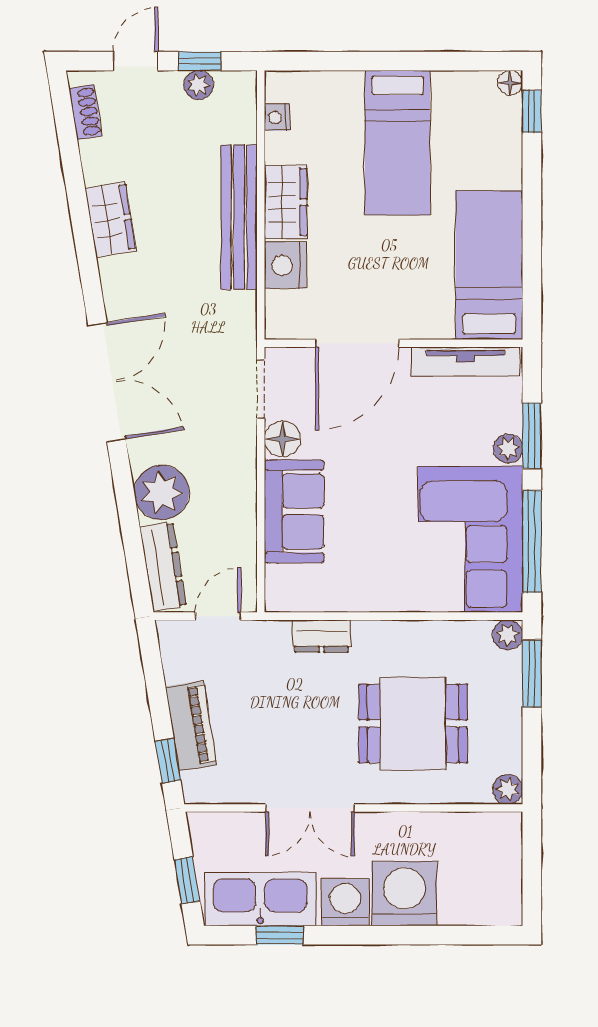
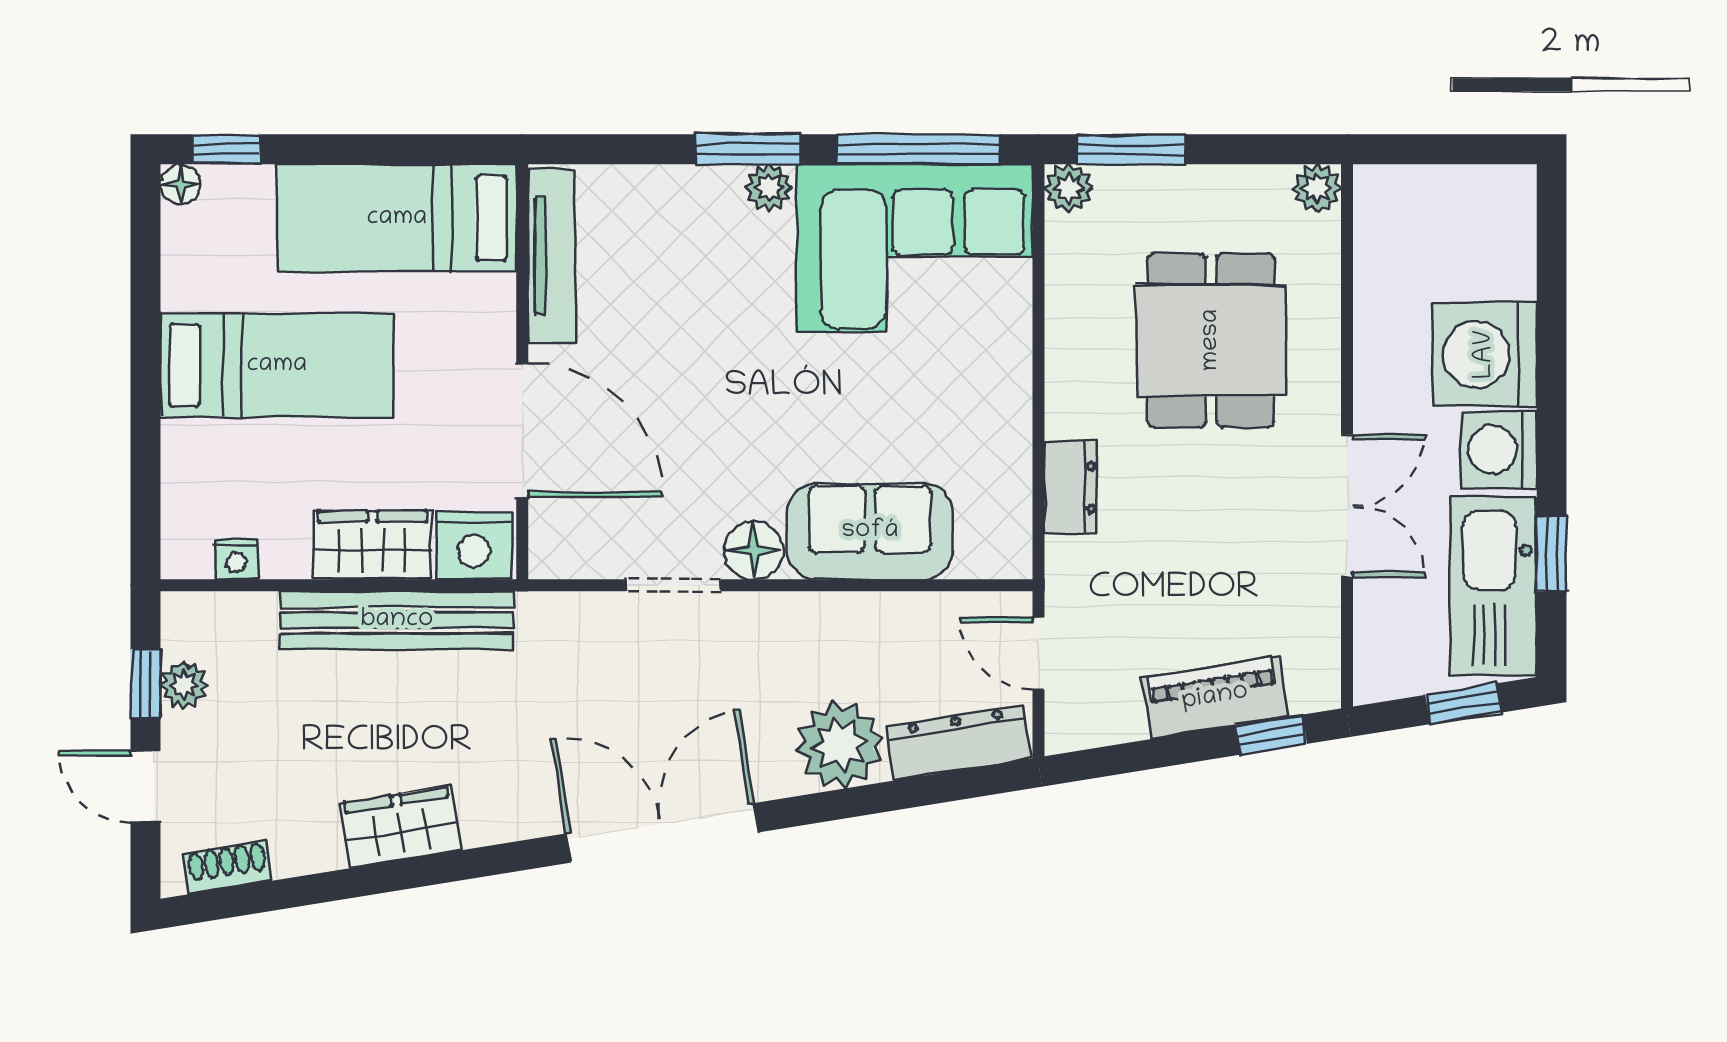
bed: (489, 265) -> (397, 218), moved
door: (357, 343) -> (522, 430), moved
wall: (393, 343) -> (522, 372), moved
tv unit: (465, 362) -> (552, 256), moved

